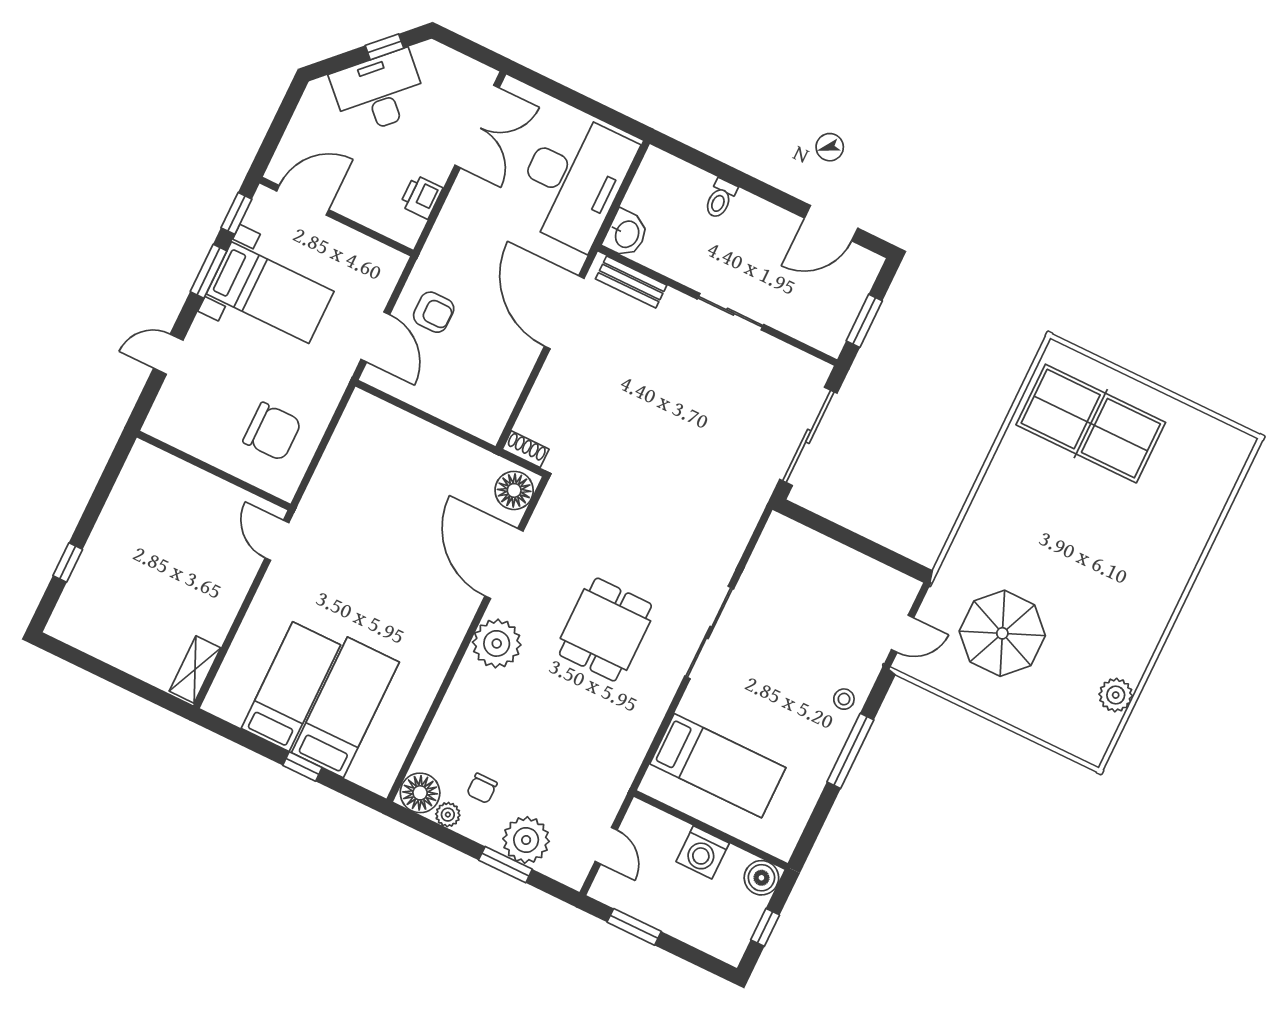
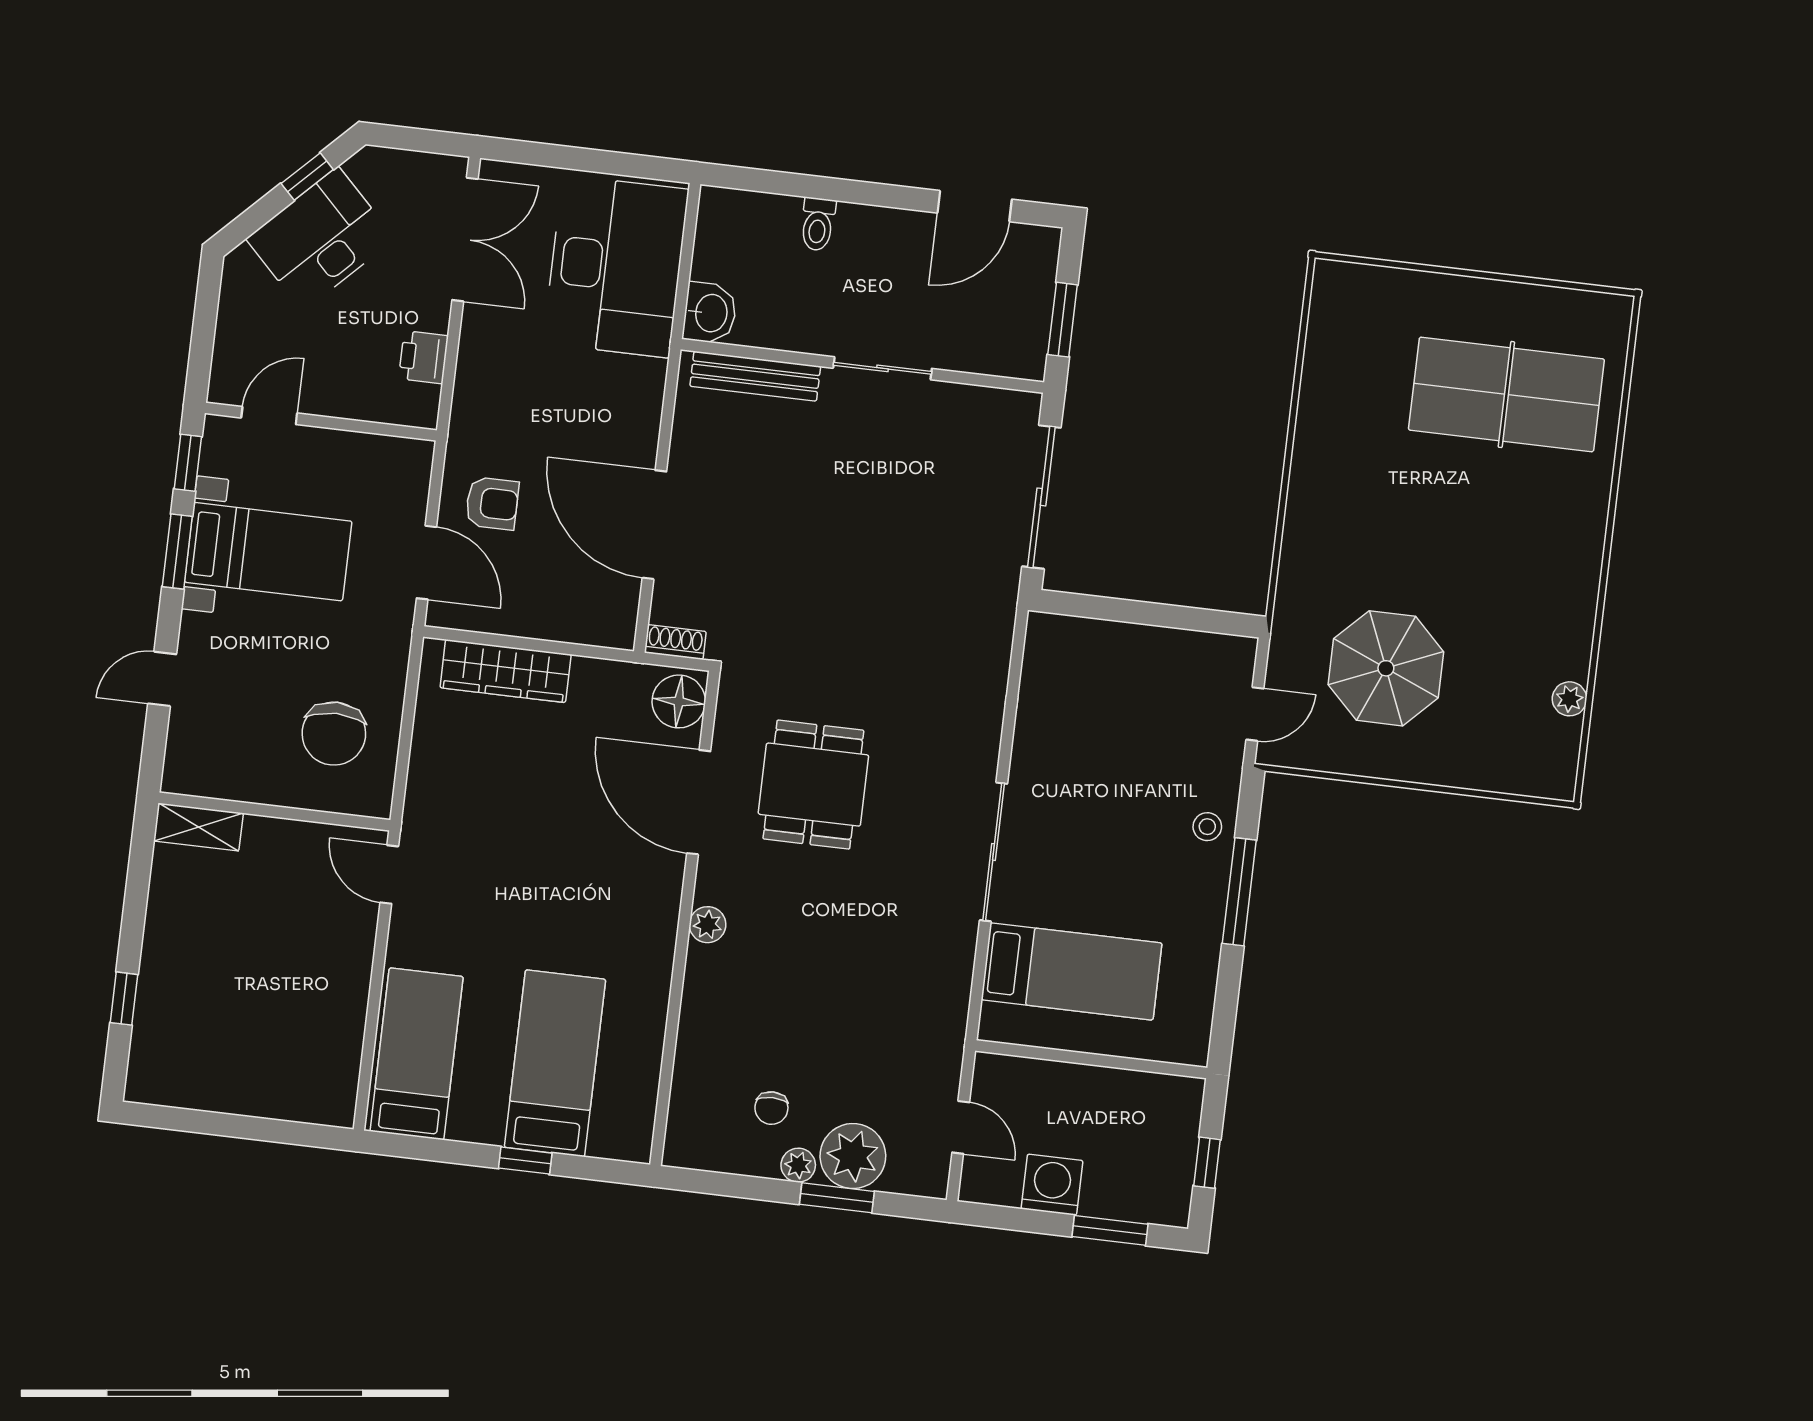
door: (303, 200) -> (269, 415), width x0.73
bench: (631, 282) -> (755, 376), width x1.36
door: (564, 312) -> (654, 525), moved
table tennis table: (1091, 424) -> (1506, 395), moved
wardrobe: (404, 429) -> (506, 671), added
chair: (272, 432) -> (334, 734), turned 90
dining table: (605, 630) -> (813, 785), moved
sliding door: (709, 632) -> (994, 852), moved
plant: (497, 643) -> (708, 925), width x0.53, depth x0.53
shelving: (195, 669) -> (198, 827), moved, turned 90
bed: (291, 687) -> (417, 1054), moved
plant: (1116, 695) -> (1569, 699), width x0.73, depth x0.73
floor lamp: (420, 793) -> (692, 1142), removed
plant: (448, 815) -> (798, 1165), moved
washing machine: (703, 852) -> (1052, 1185), moved, turned 180
boiler: (761, 878) -> (1180, 1099), removed
window: (634, 927) -> (1110, 1230), moved

